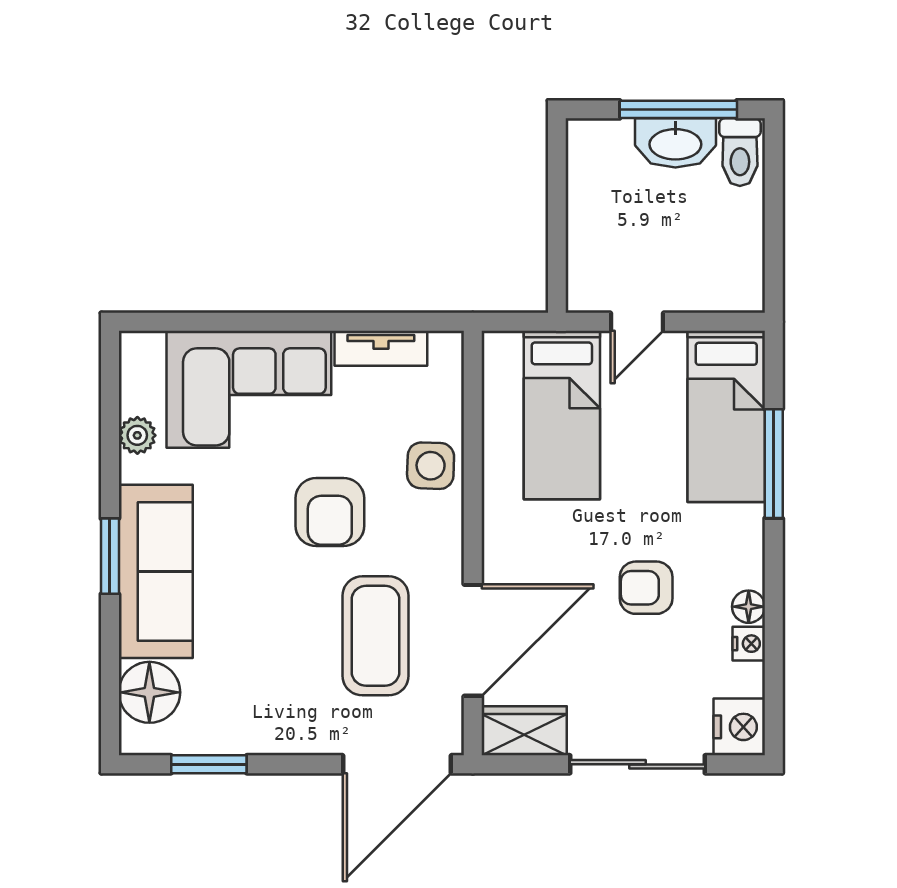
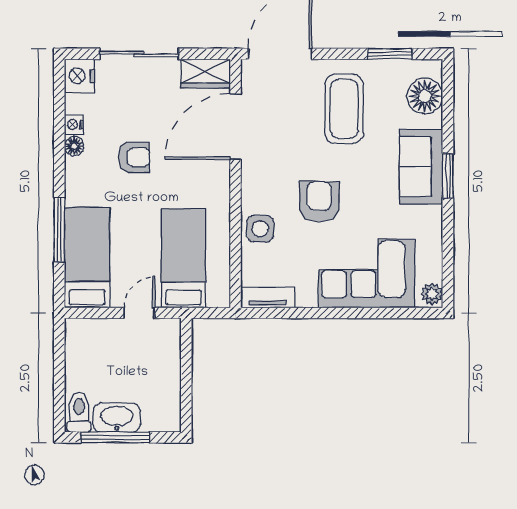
tv unit: (381, 348) -> (268, 297), moved
plant: (137, 435) -> (432, 294), moved
sofa: (156, 571) -> (421, 167), width x0.73
coffee table: (375, 636) -> (344, 109), moved

